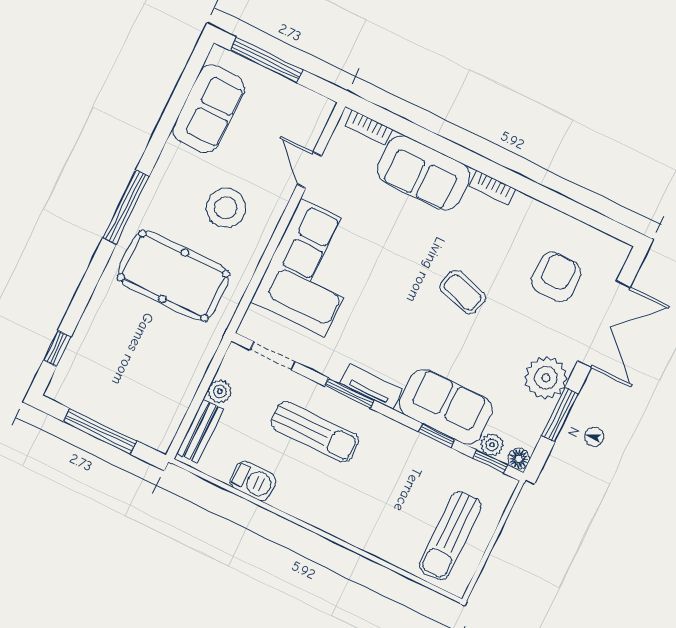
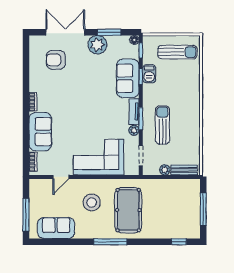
coffee table: (463, 292) -> (80, 94), removed
plant: (492, 445) -> (134, 130), moved
barbecue: (253, 481) -> (149, 74), moved, turned 180

